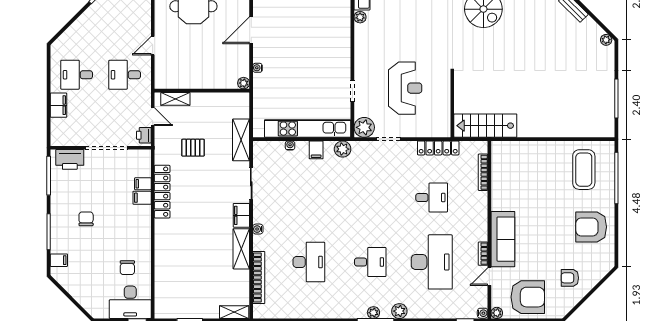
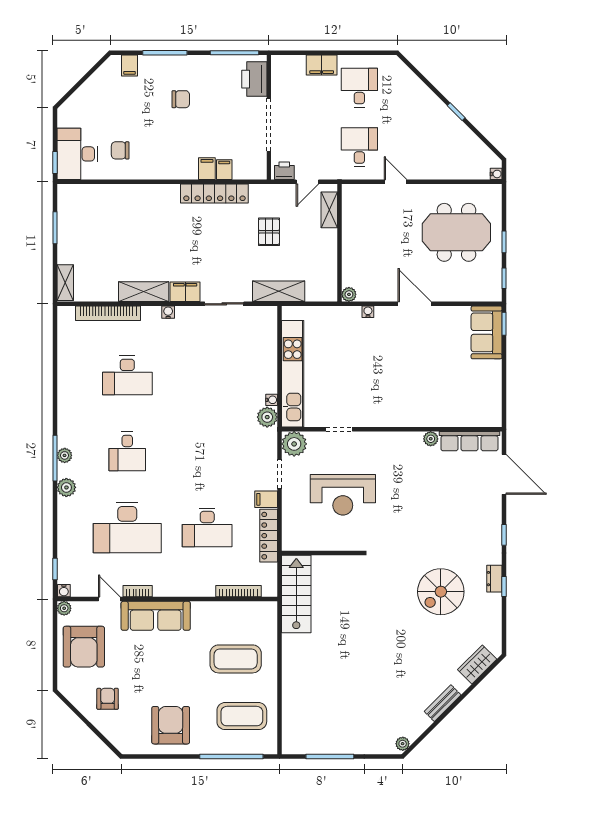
water cooler: (290, 145) -> (272, 400), moved
filing cabinet: (316, 150) -> (266, 499), moved
coffee table: (538, 175) -> (236, 659), added
desk: (432, 198) -> (207, 528), width x1.37

